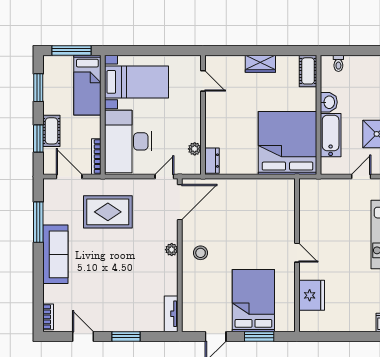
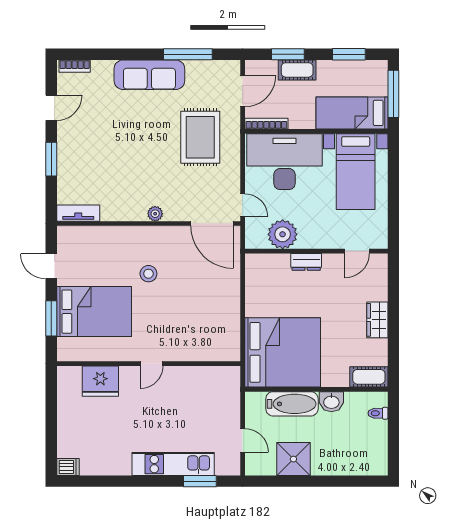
plant: (195, 149) -> (283, 234), width x1.88, depth x1.88
dresser: (212, 161) -> (306, 262), moved
stool: (201, 253) -> (148, 274), moved

